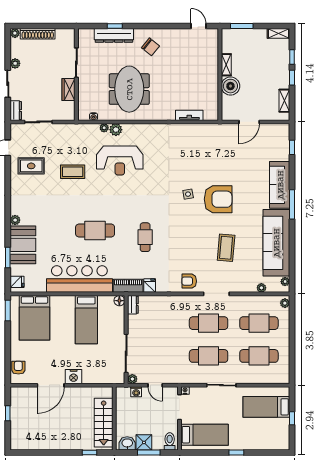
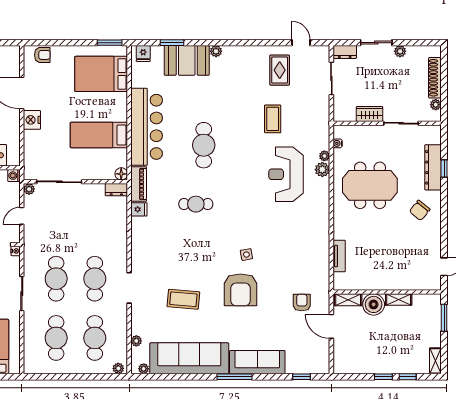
plant: (15, 33) -> (436, 105), moved
shelving: (284, 101) -> (348, 300), moved
armchair: (189, 281) -> (302, 302), moved
washing machine: (136, 392) -> (14, 176), moved

